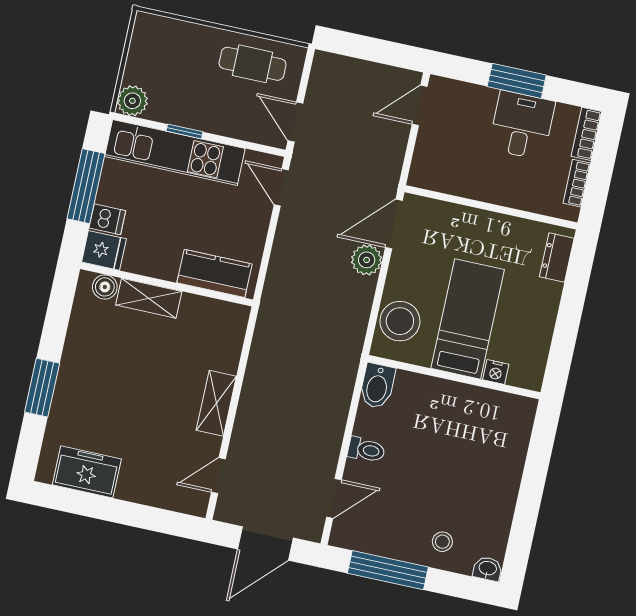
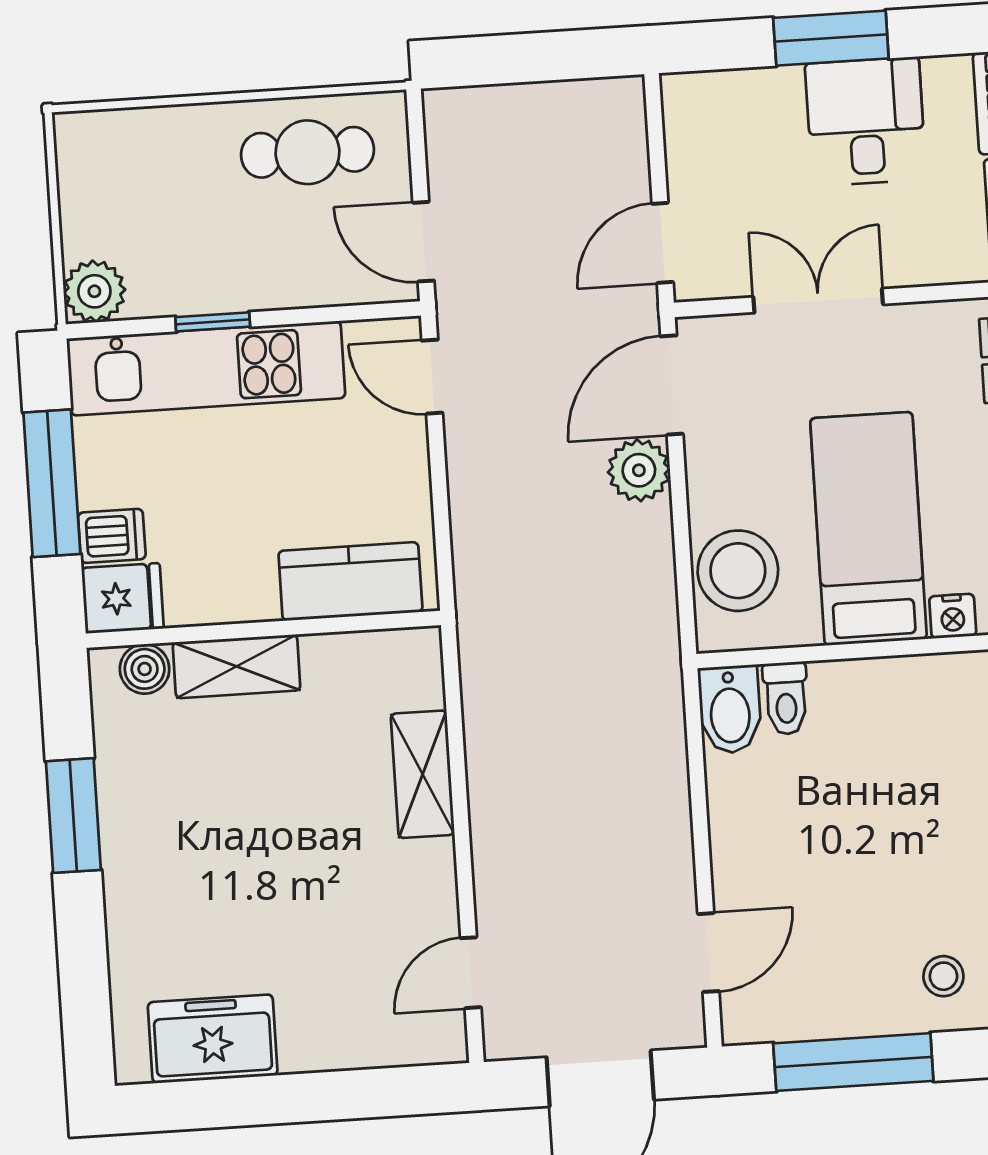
door: (420, 105) -> (663, 243), moved
double door: (475, 204) -> (818, 301), added
window: (42, 388) -> (73, 816), moved
shelving: (216, 403) -> (423, 774), moved
toilet: (366, 450) -> (786, 698), moved, turned 90

